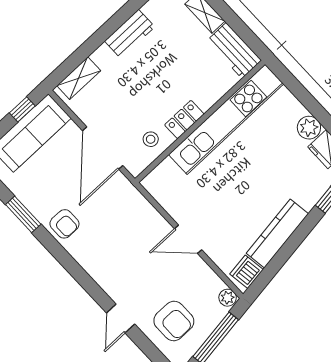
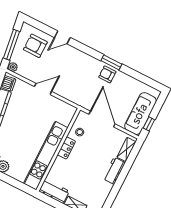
workbench: (130, 34) -> (114, 171), moved
window: (23, 214) -> (111, 62), moved
door: (121, 318) -> (62, 37), swing flipped

